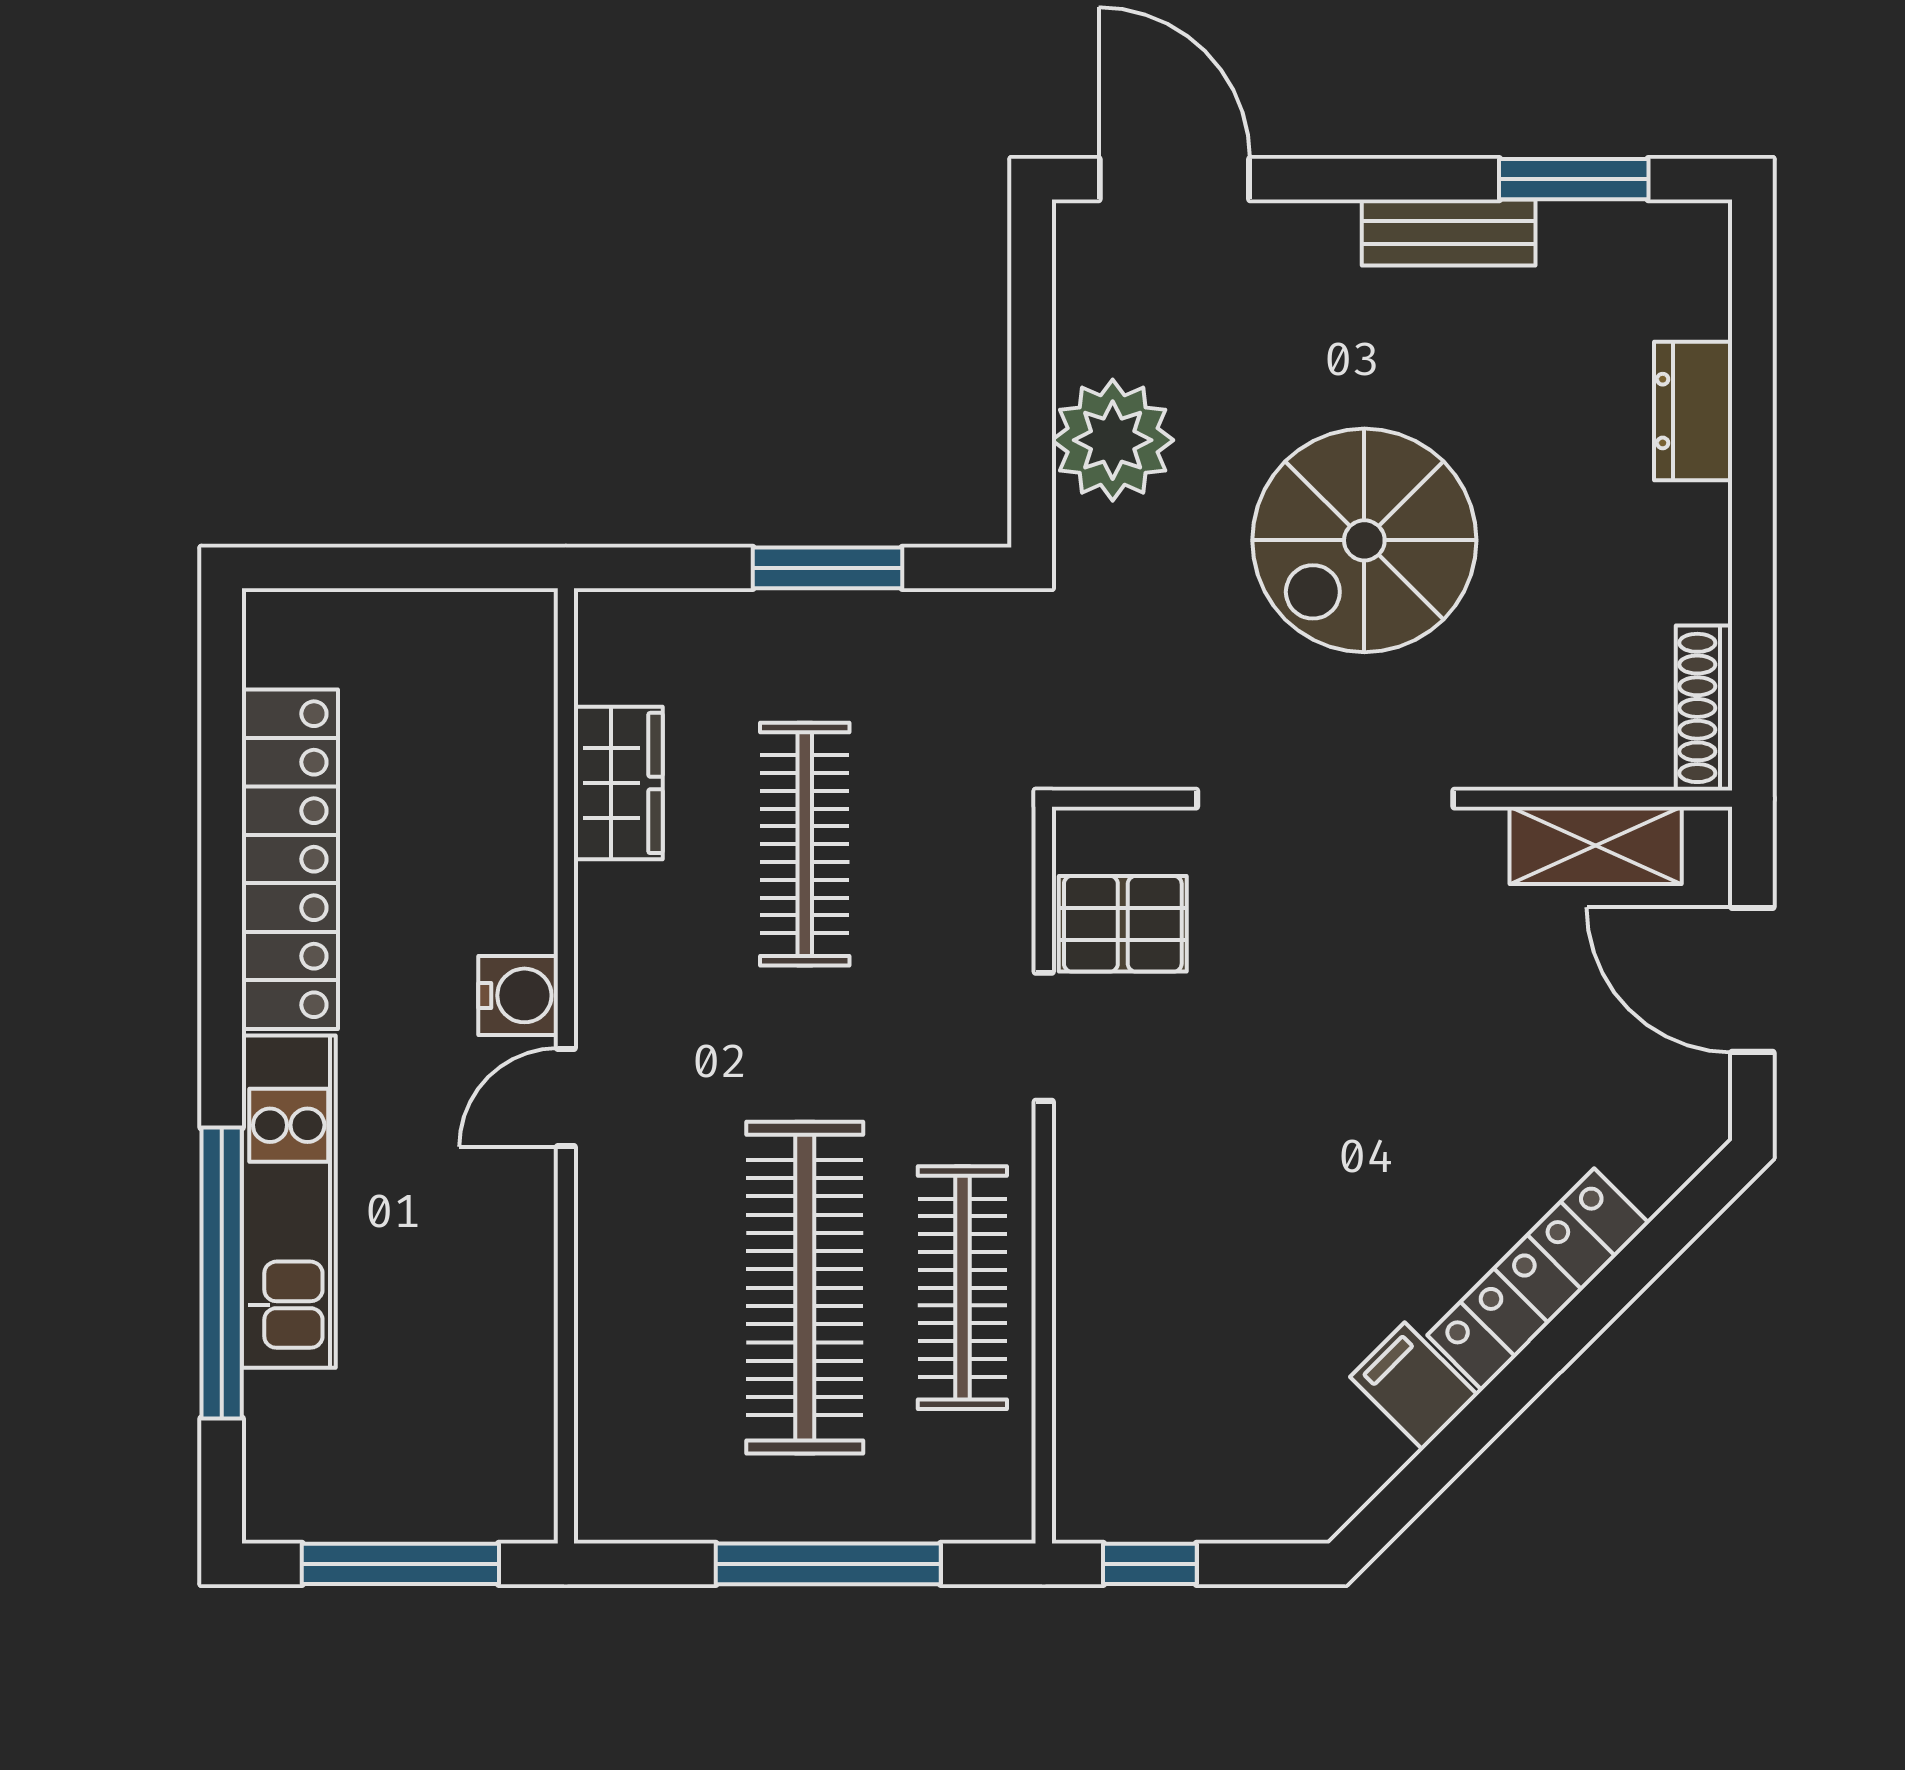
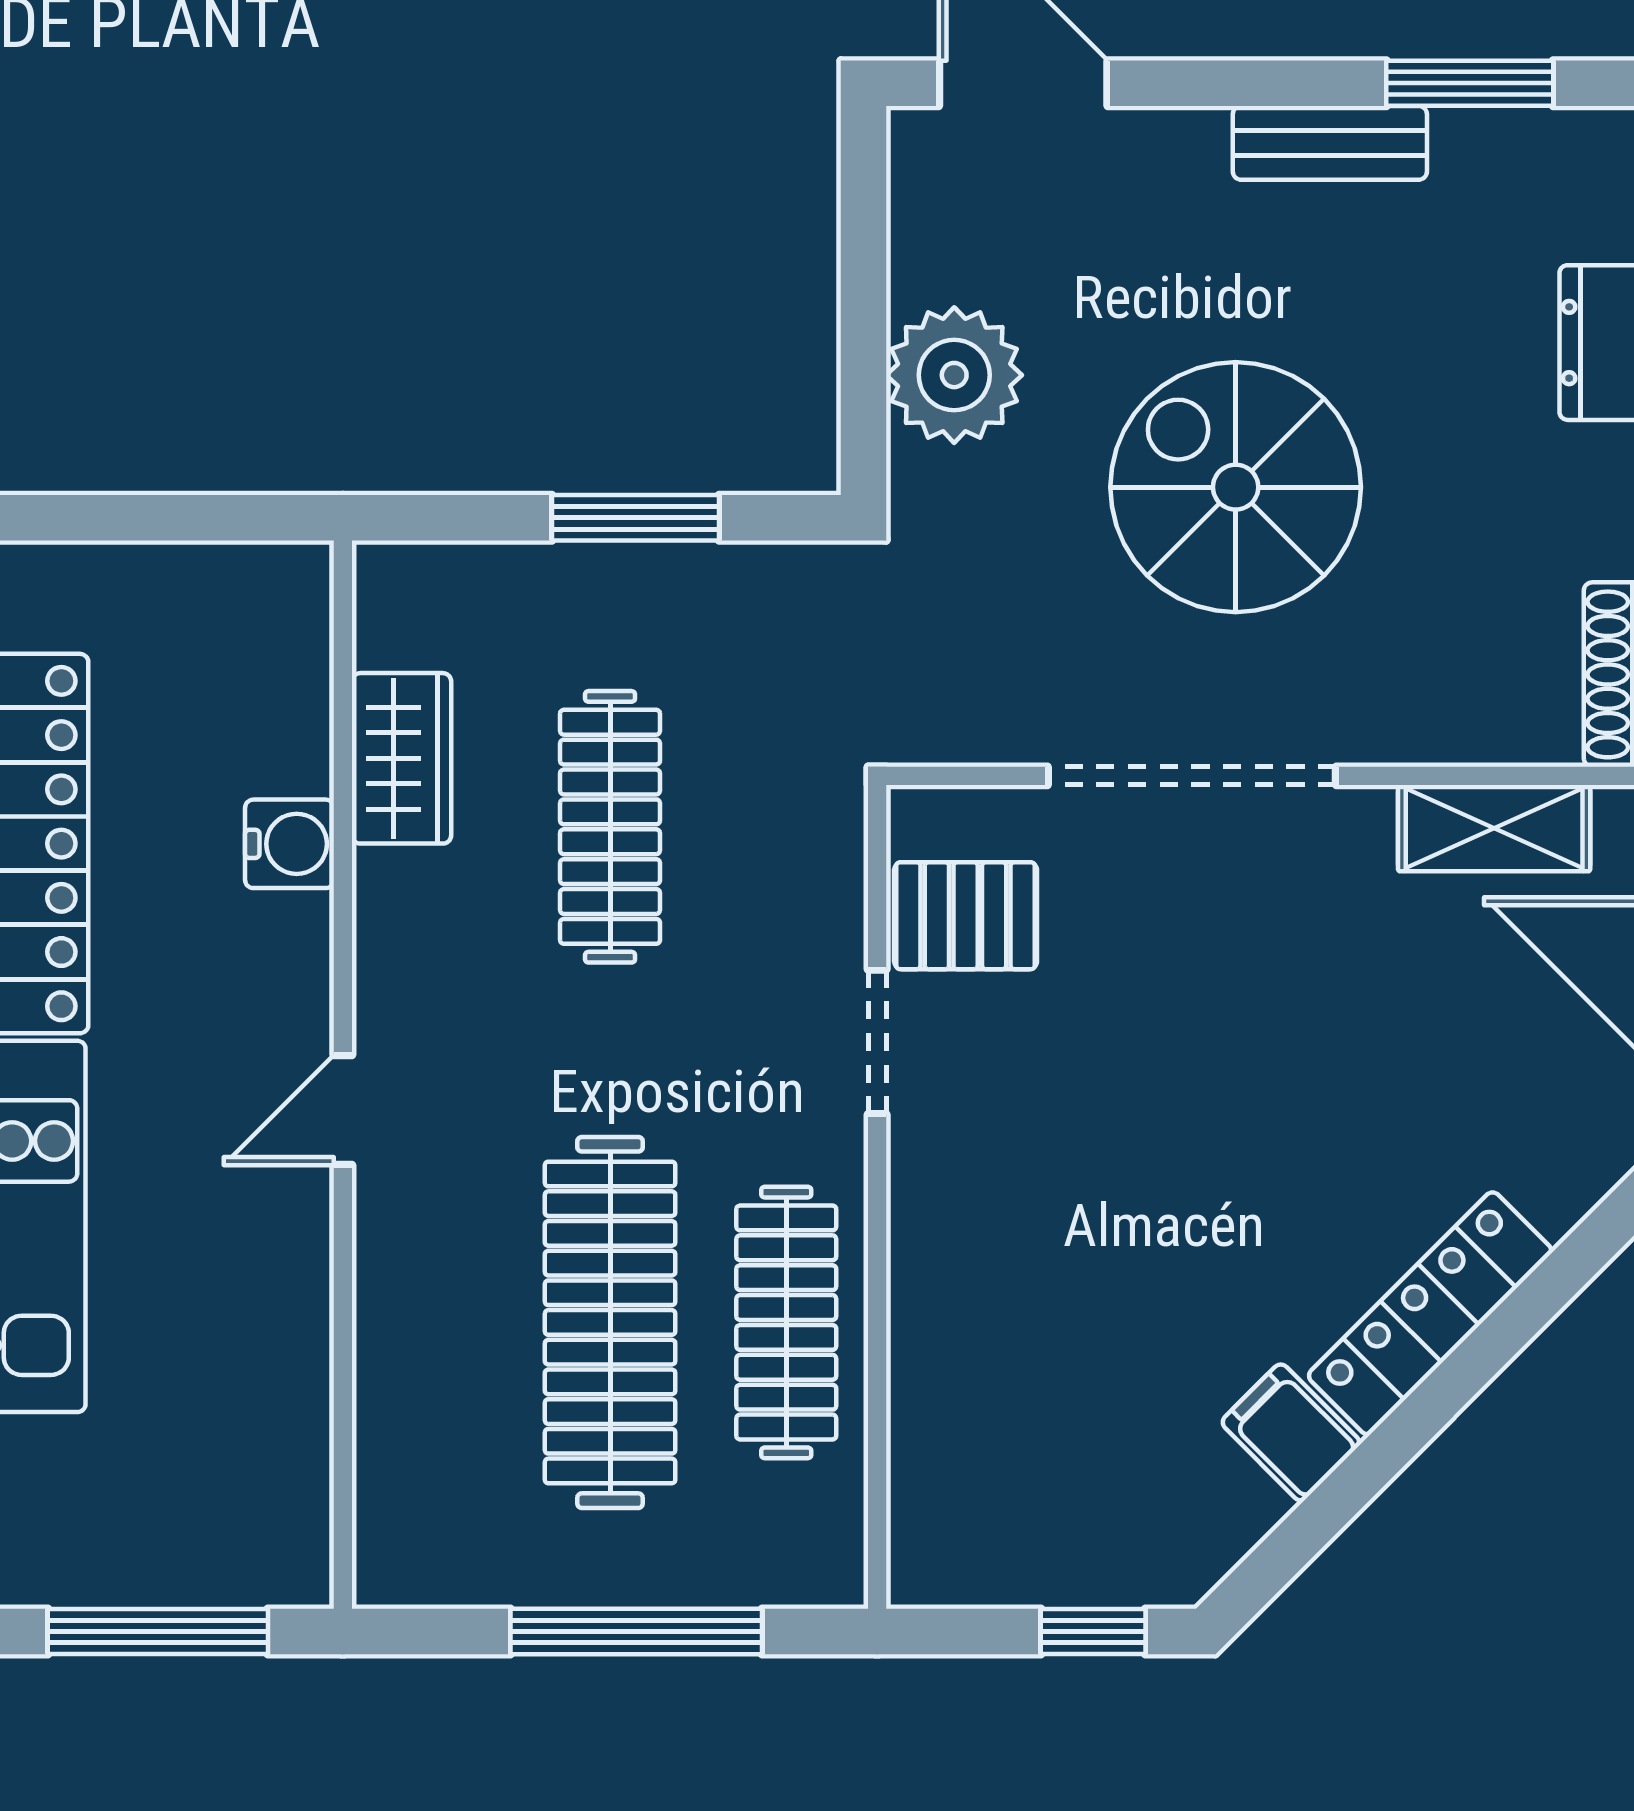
spiral stairs: (1364, 540) -> (1236, 487), turned 90
water cooler: (518, 995) -> (290, 844), moved
window: (1150, 1564) -> (1093, 1631), moved

